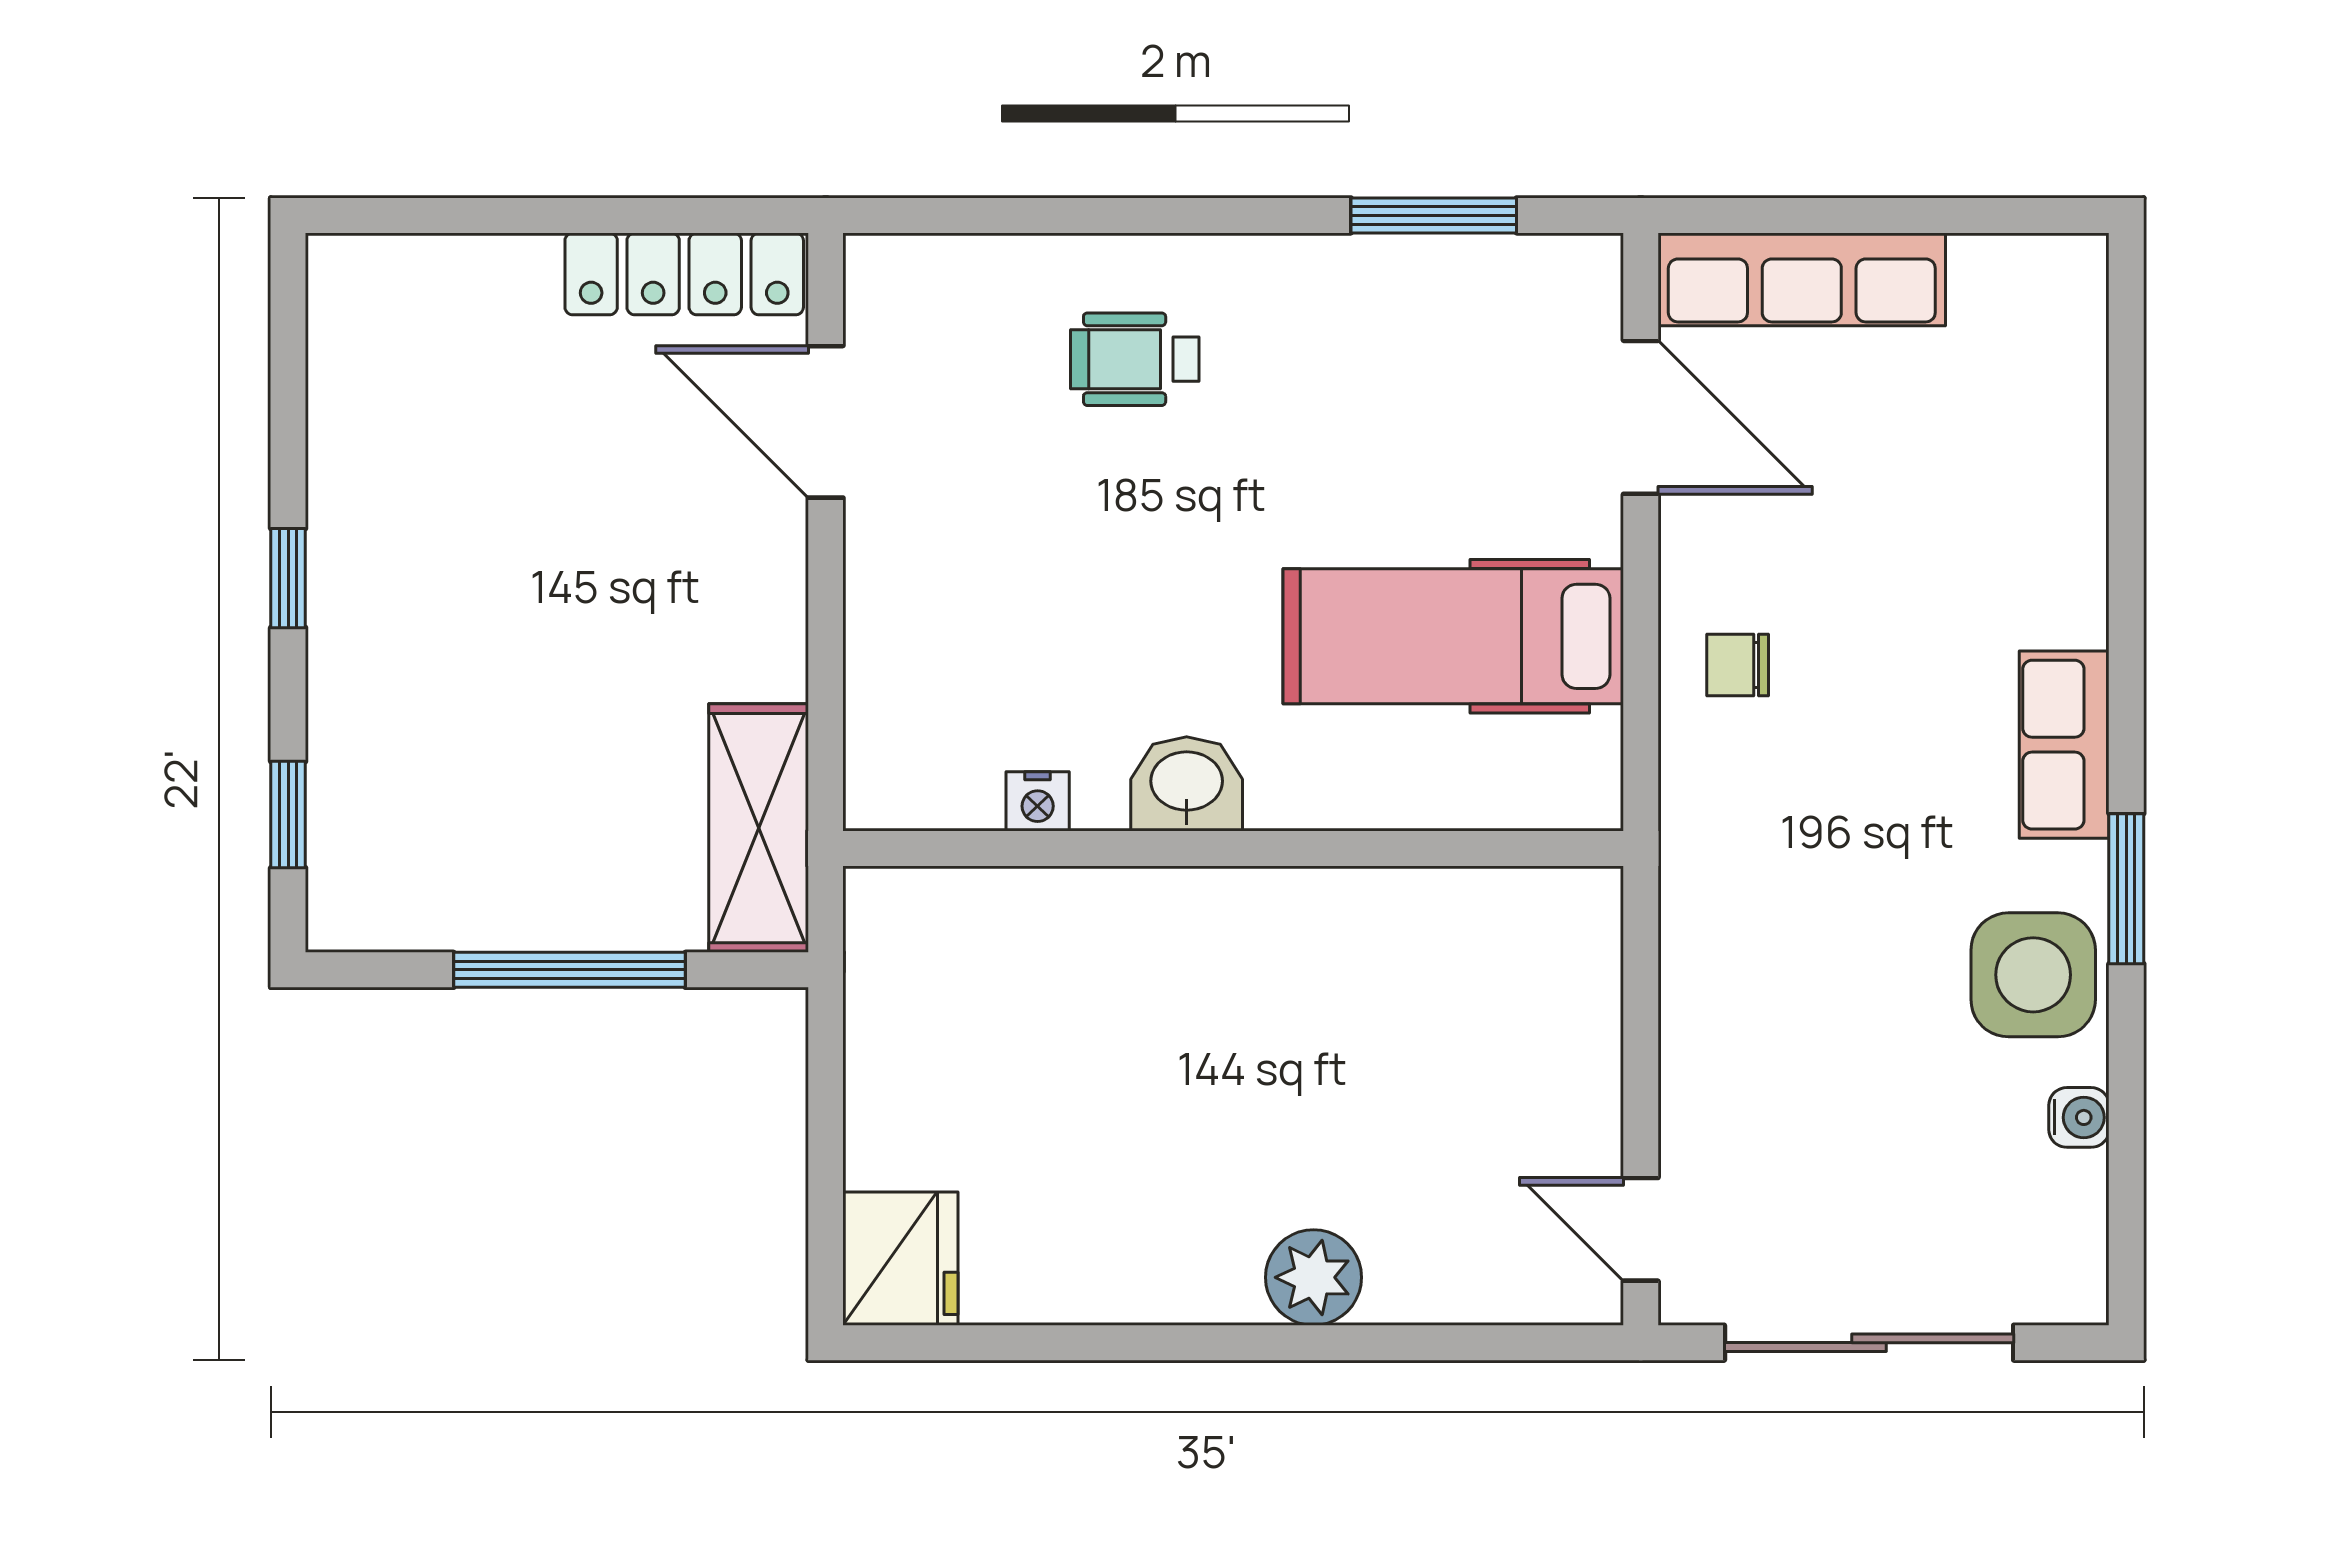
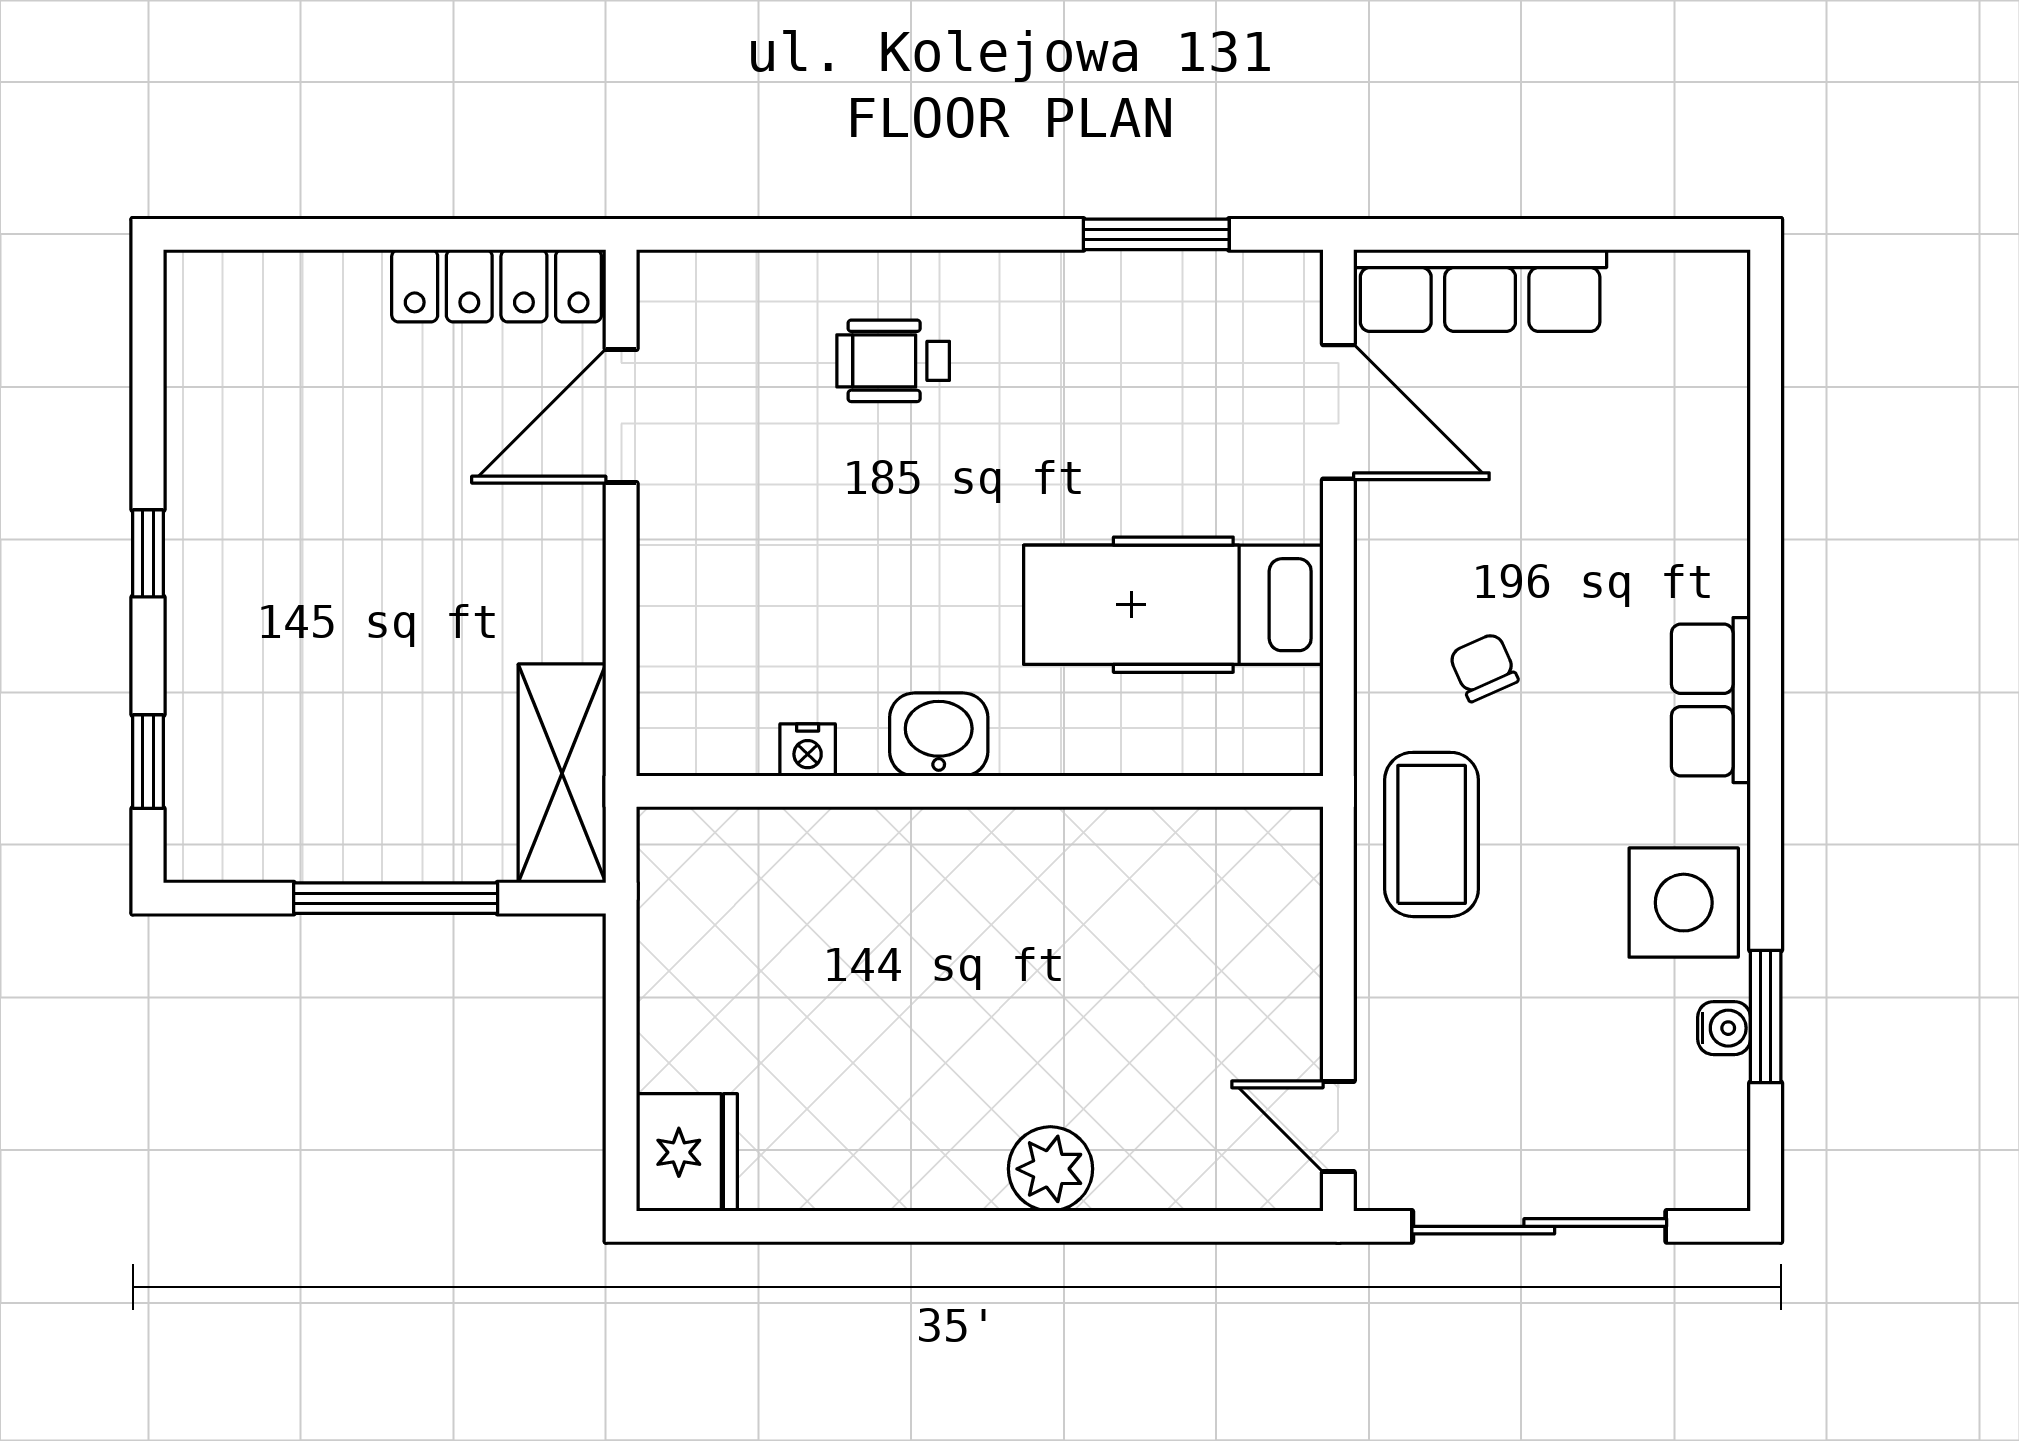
door: (826, 422) -> (621, 416), hinge flipped
chair: (1738, 665) -> (1484, 667), moved, turned 66
window: (2126, 889) -> (1766, 1017), moved
coffee table: (1747, 897) -> (1432, 834), added

